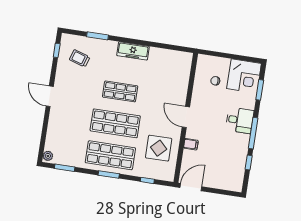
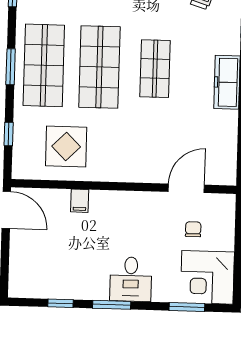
door: (186, 117) -> (186, 188), moved
window: (253, 133) -> (112, 305), width x0.69

